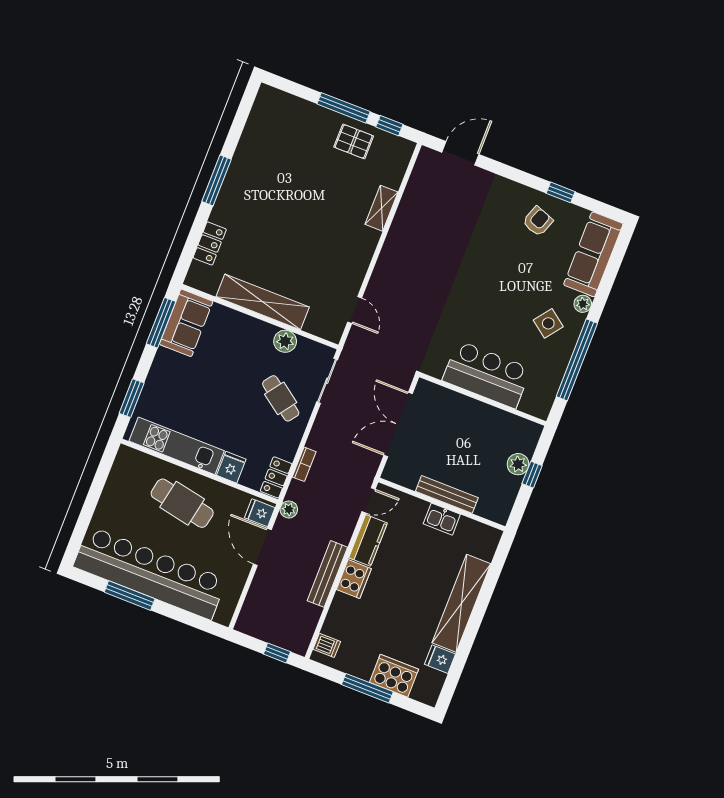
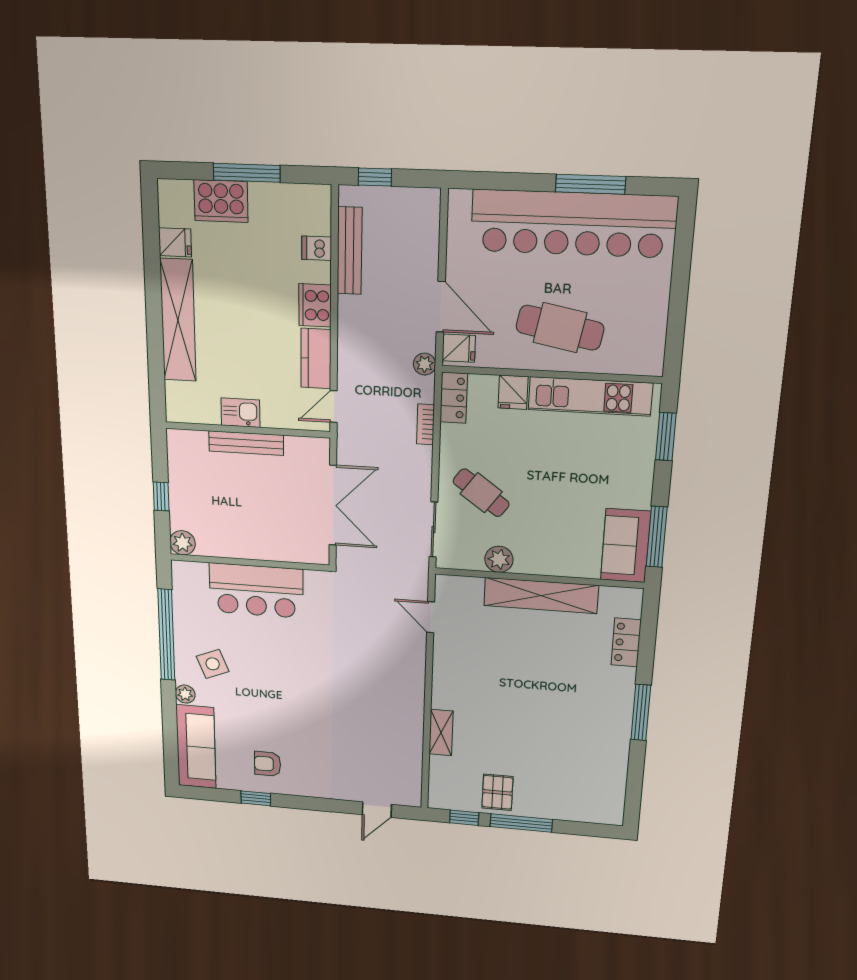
pallet: (354, 141) -> (497, 792), turned 90
door: (460, 153) -> (377, 810), width x0.73
armchair: (538, 221) -> (268, 764), turned 70
side table: (548, 323) -> (213, 664), turned 31
plant: (518, 464) -> (183, 543), moved
bench: (327, 574) -> (350, 251), moved
dishwasher: (327, 645) -> (317, 248), moved

